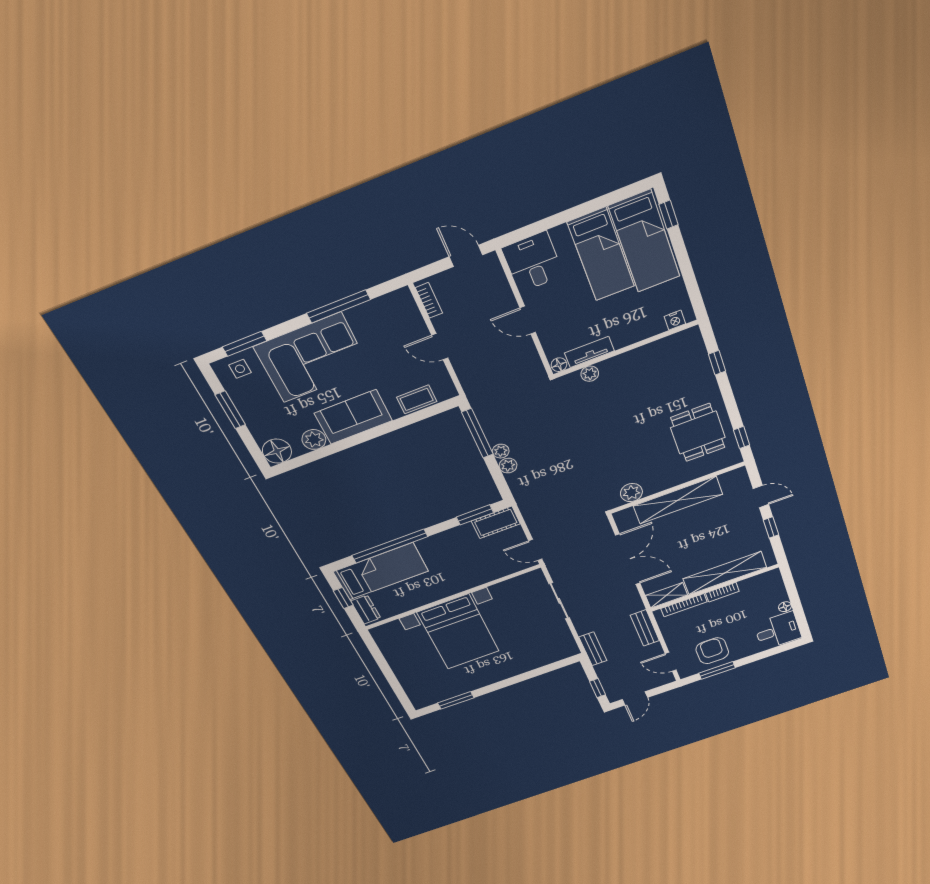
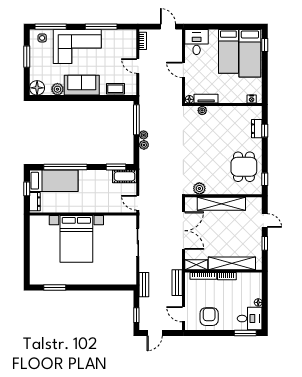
window: (244, 344) -> (51, 27), width x1.44
dresser: (701, 365) -> (257, 129), added
window: (717, 670) -> (245, 333), moved

